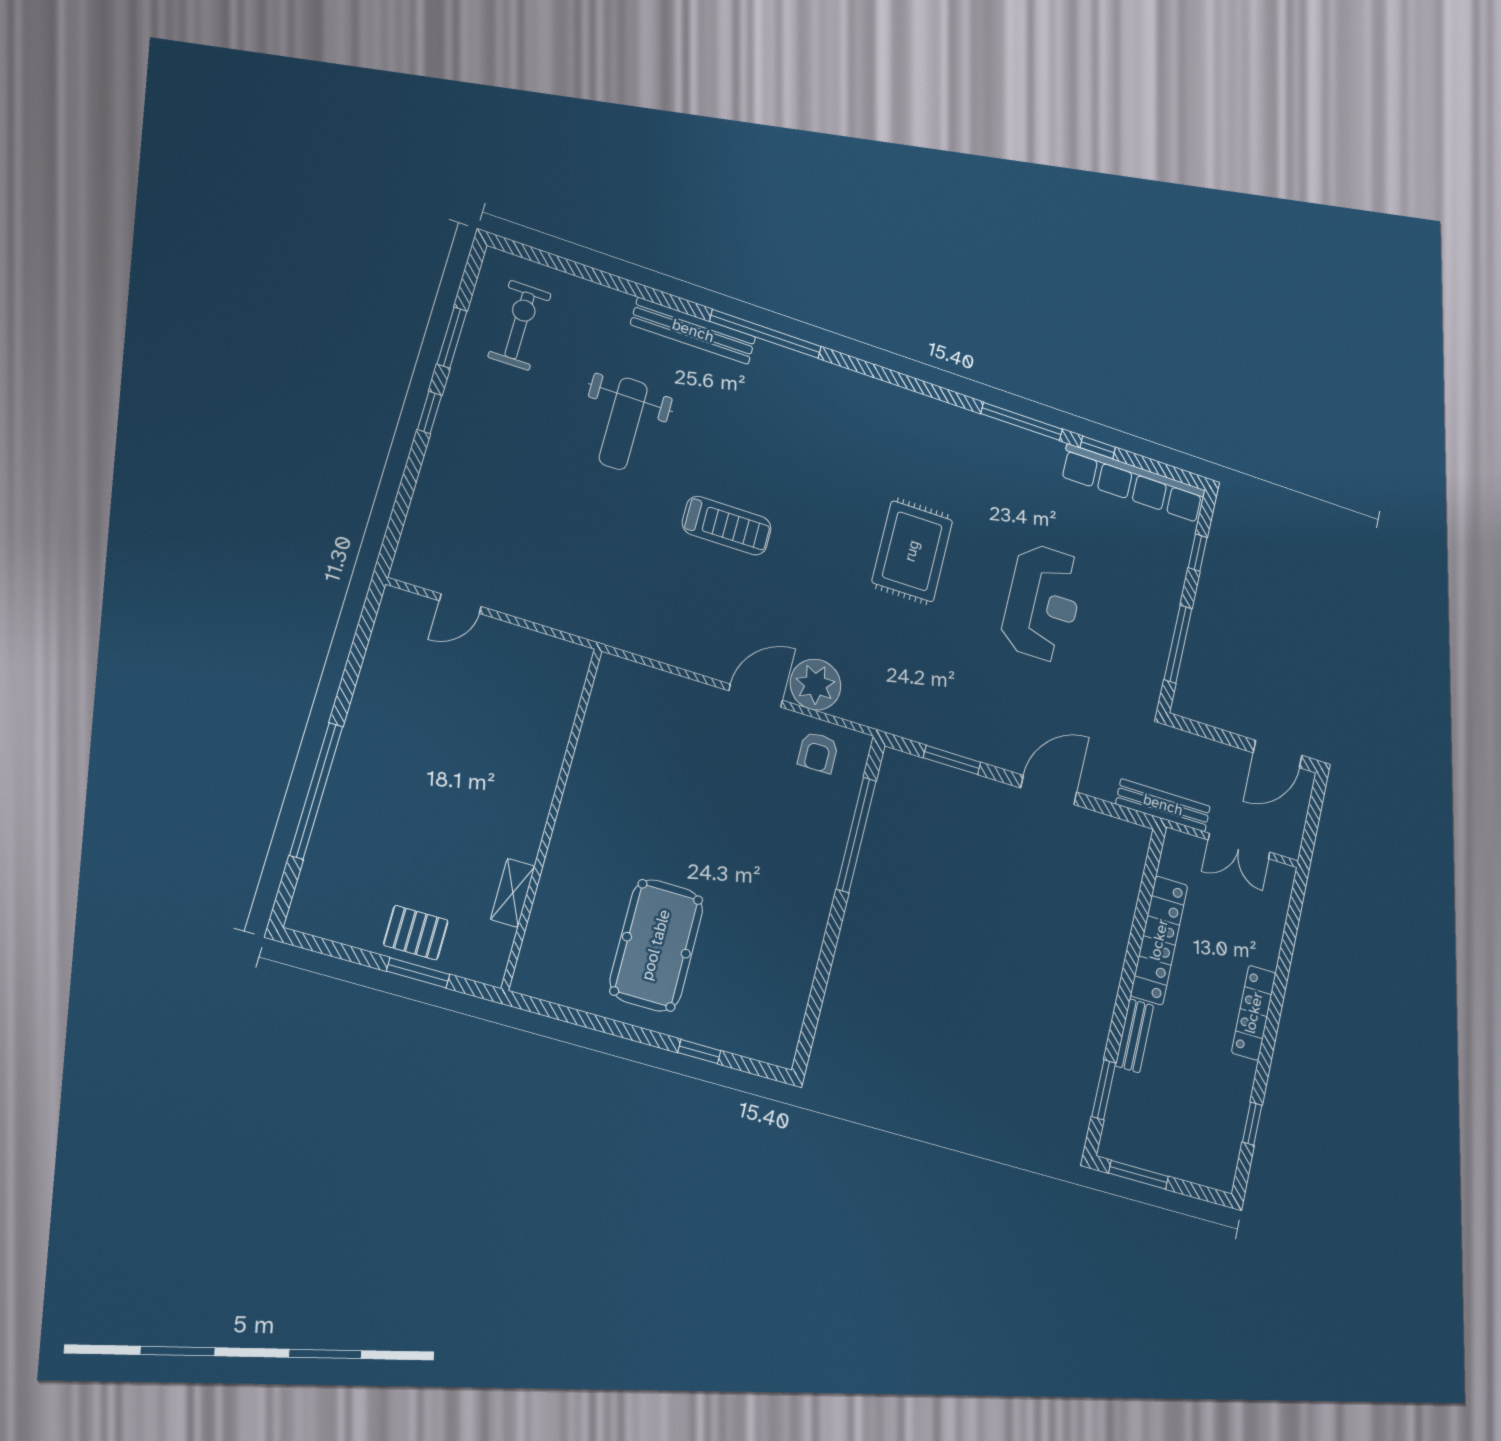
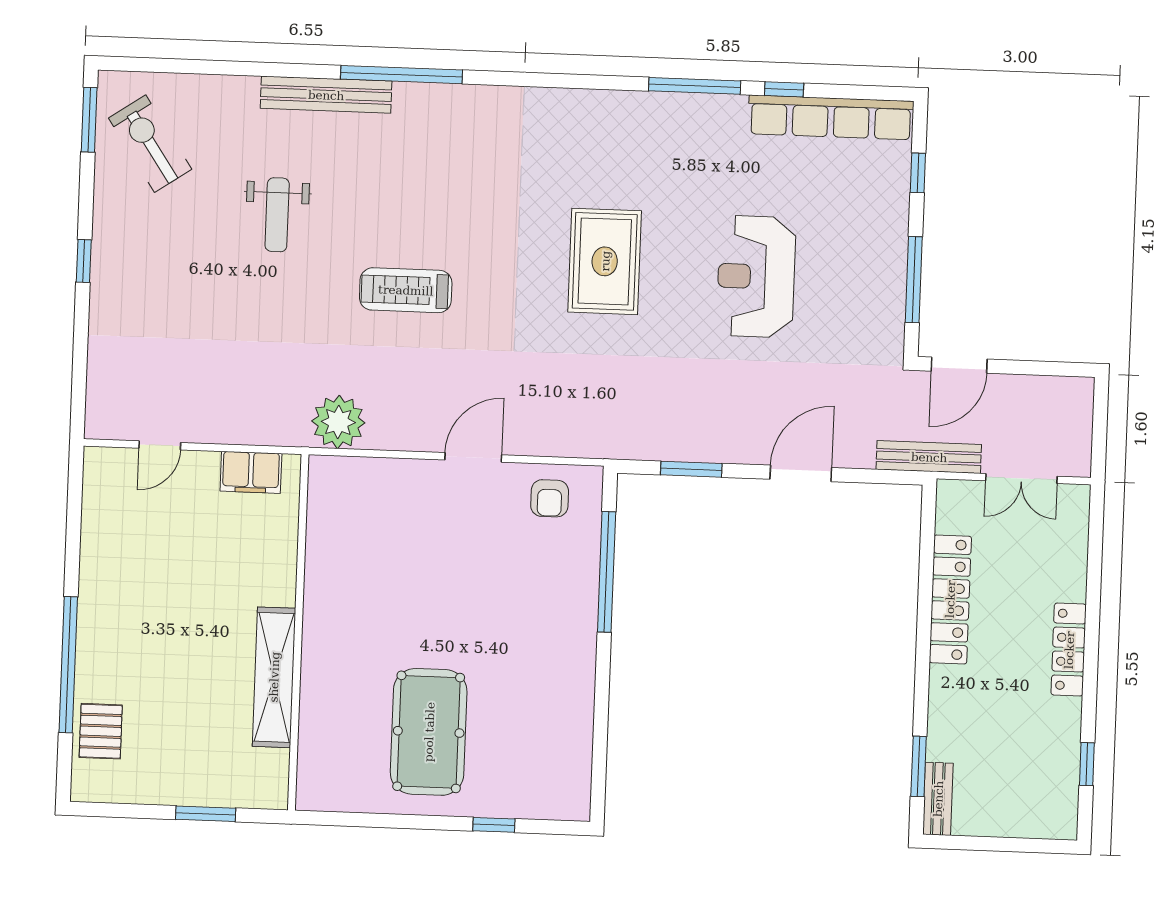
exercise bike: (520, 325) -> (150, 144), turned -34
window: (452, 338) -> (89, 120), moved
weight bench: (623, 424) -> (277, 215), width x0.73, depth x0.75
treadmill: (727, 526) -> (406, 290), turned 180
reception desk: (1043, 603) -> (756, 277), turned 180
filing cabinet: (542, 653) -> (251, 472), added
plant: (815, 685) -> (338, 422), moved
door: (1278, 754) -> (959, 365), moved
shelving: (513, 893) -> (274, 677), width x2.20, depth x1.33
pallet: (416, 933) -> (101, 731), moved, turned 90
bench: (1134, 1036) -> (938, 799), moved
window: (1138, 1175) -> (972, 843), removed

